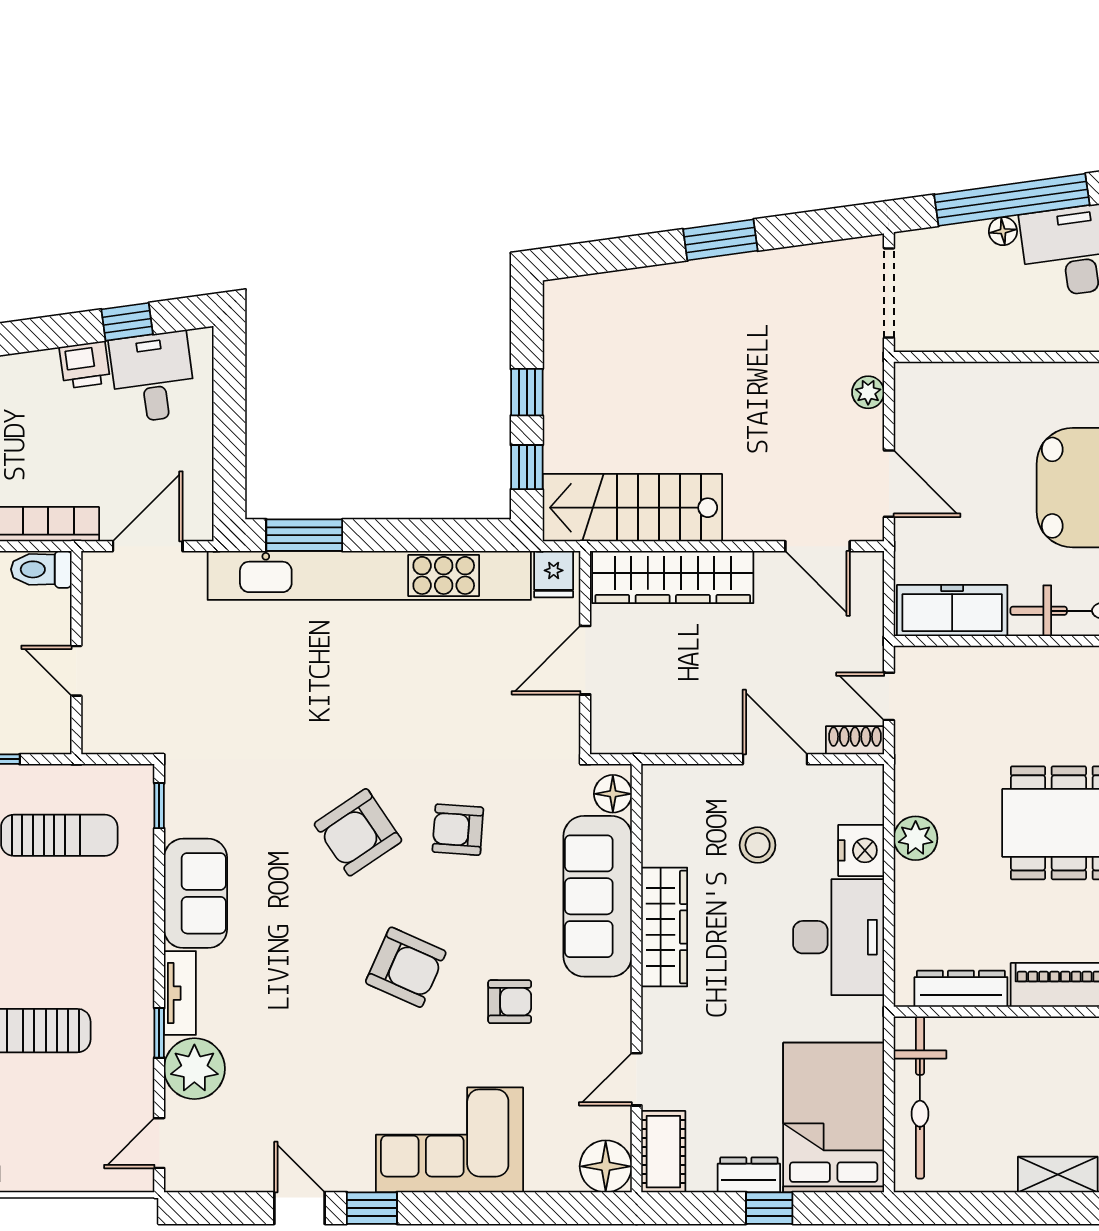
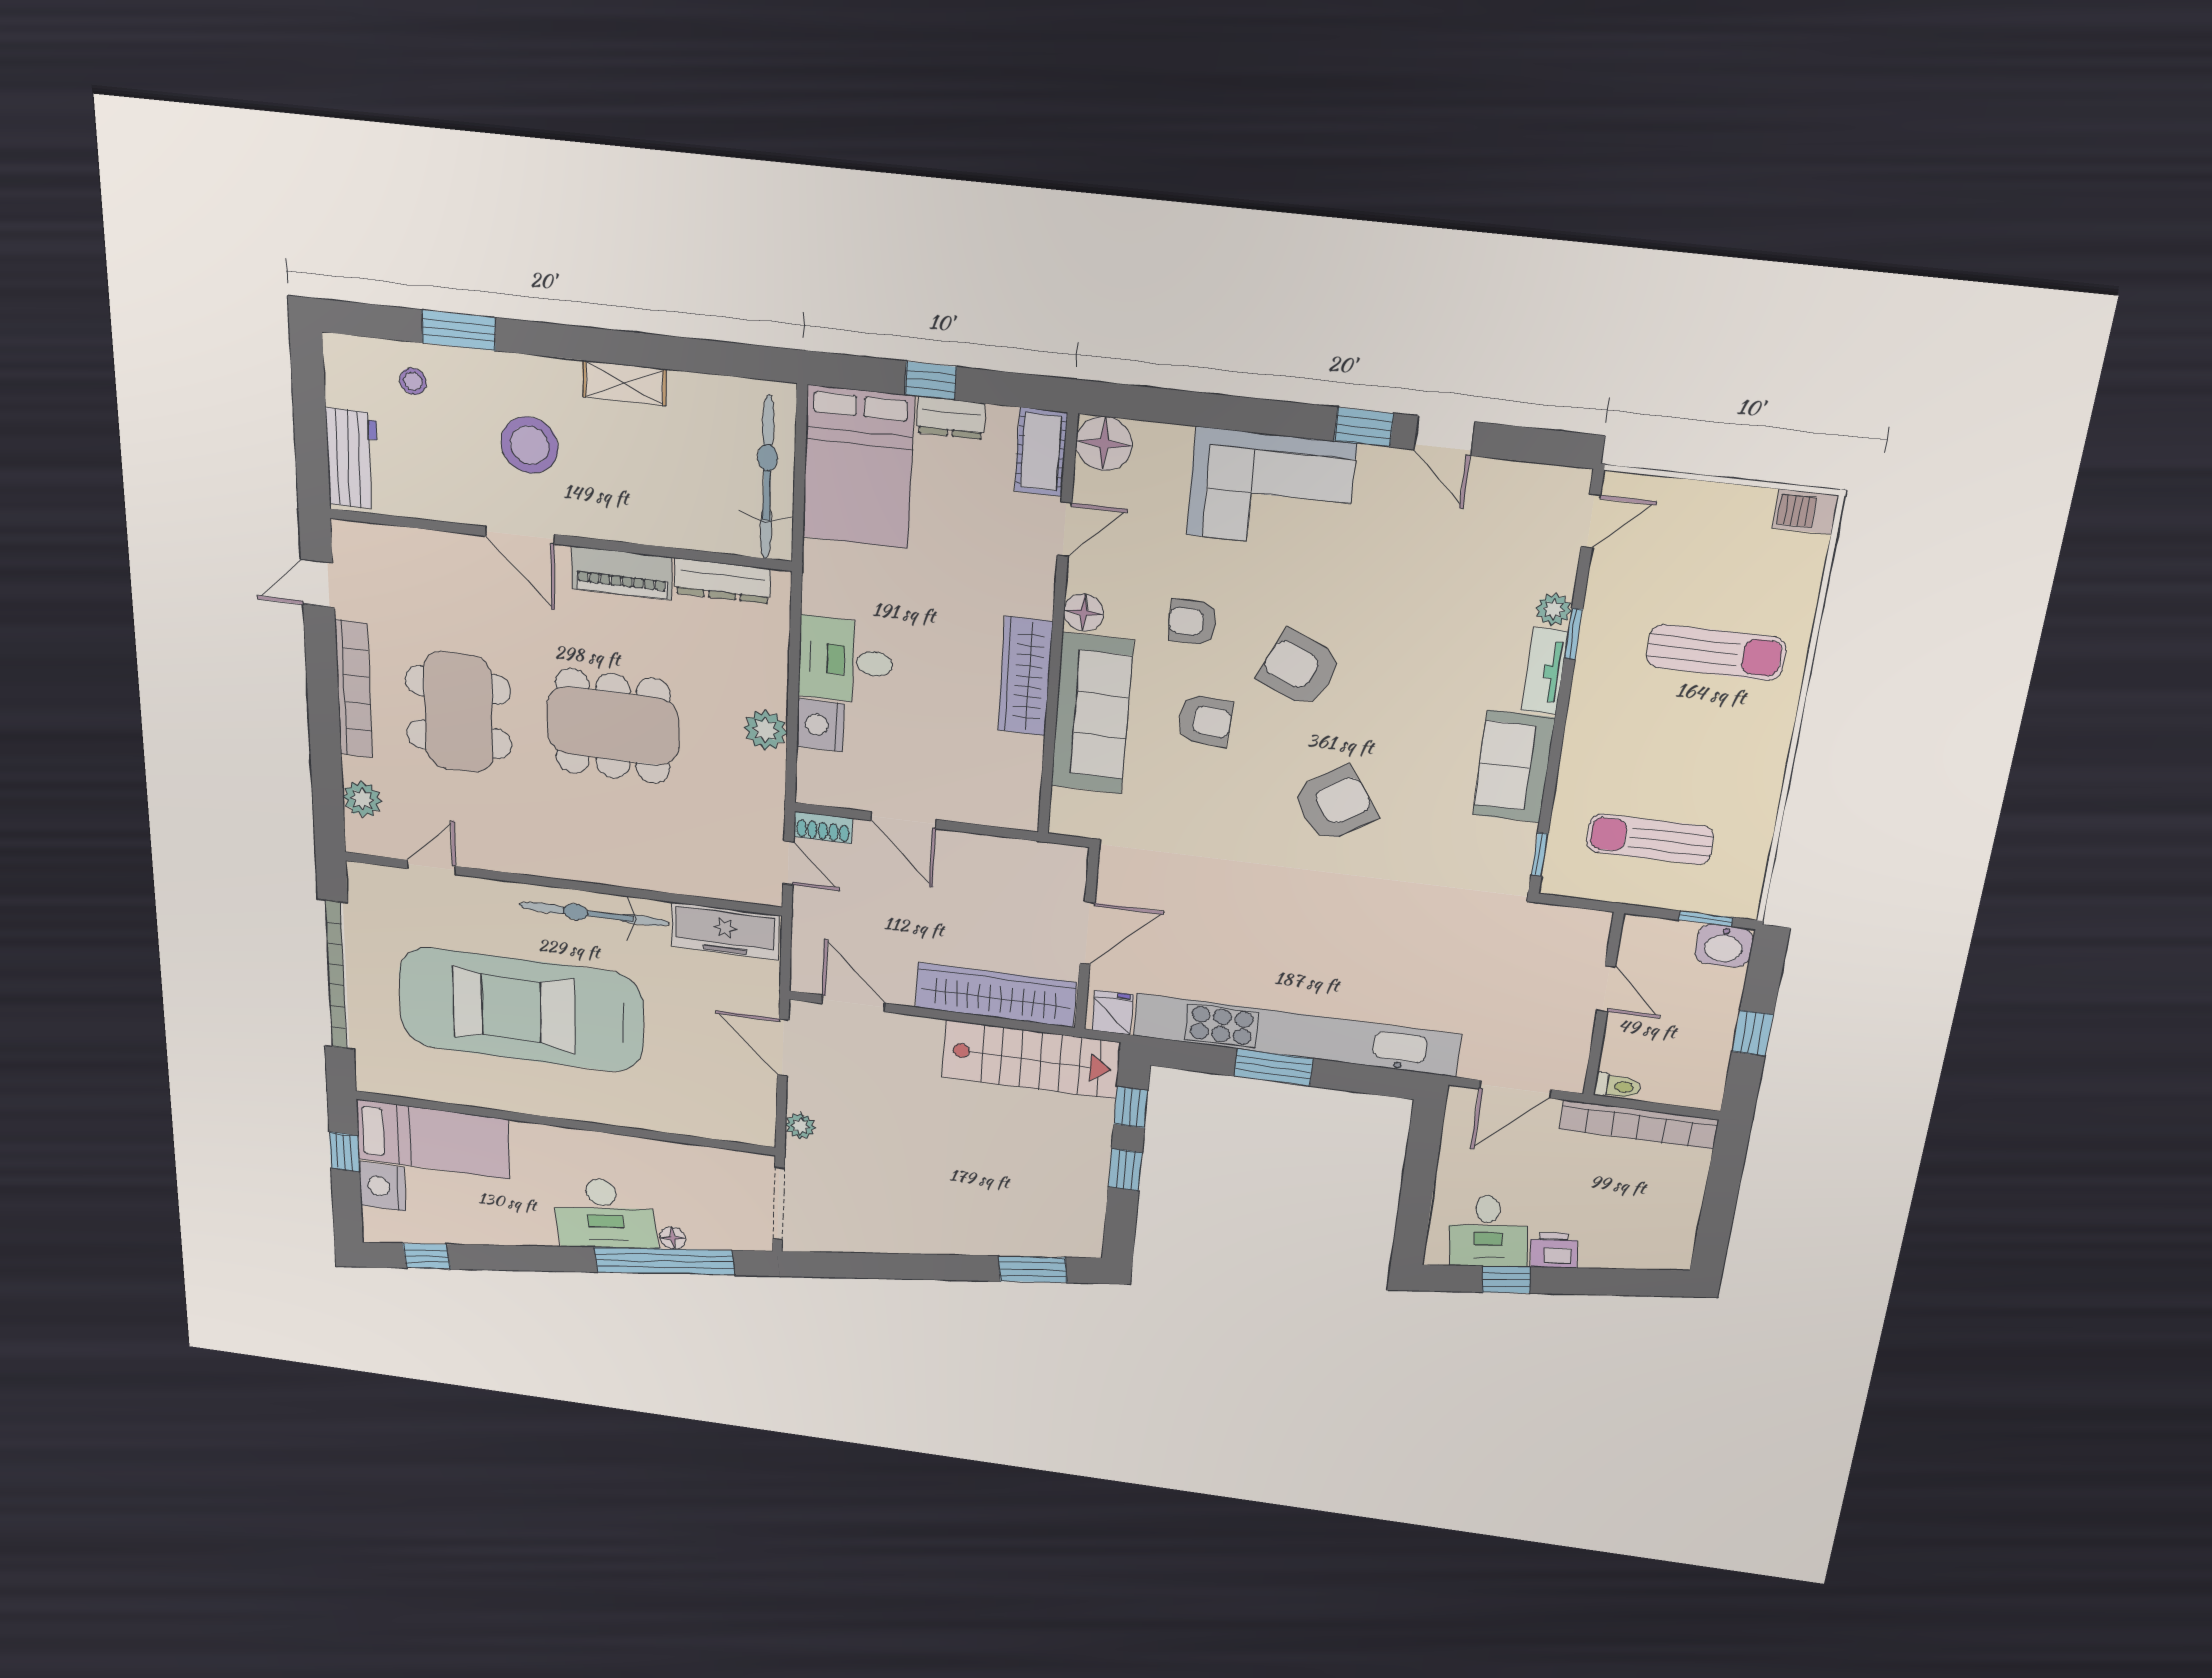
window: (720, 240) -> (1033, 1269), moved
window: (304, 535) -> (1274, 1067), moved
toilet: (41, 569) -> (1617, 1086), width x0.73, depth x0.72
floor lamp: (613, 794) -> (1084, 612), moved
armchair: (458, 830) -> (1205, 720), moved
stool: (758, 845) -> (925, 743), removed
desk: (839, 937) -> (846, 660), width x0.73
plant: (194, 1069) -> (1554, 610), width x0.53, depth x0.53

